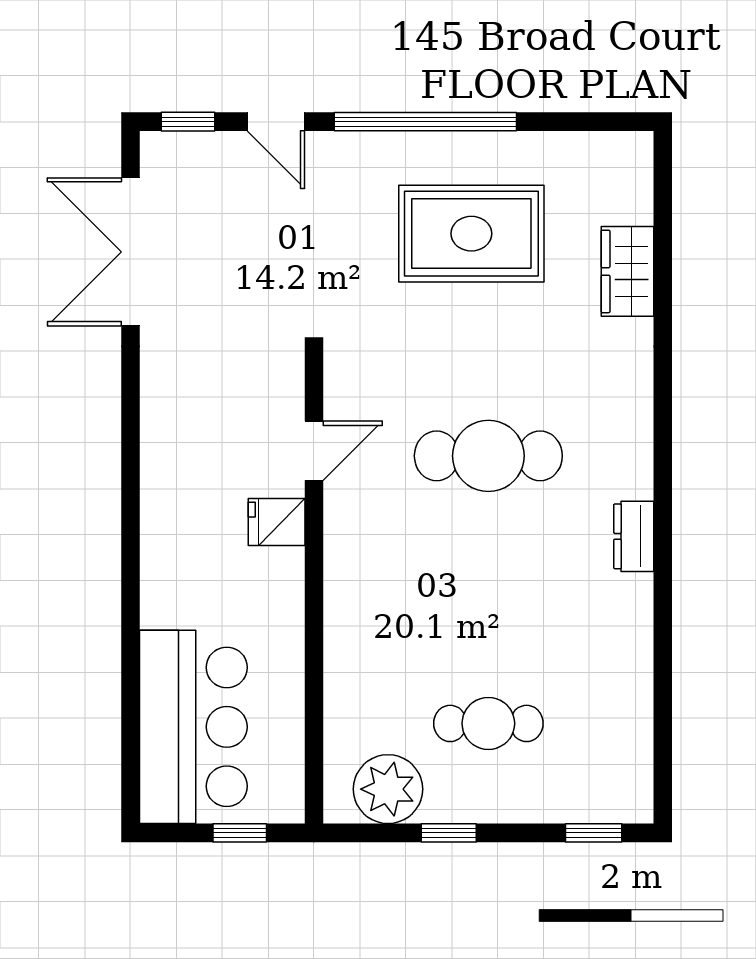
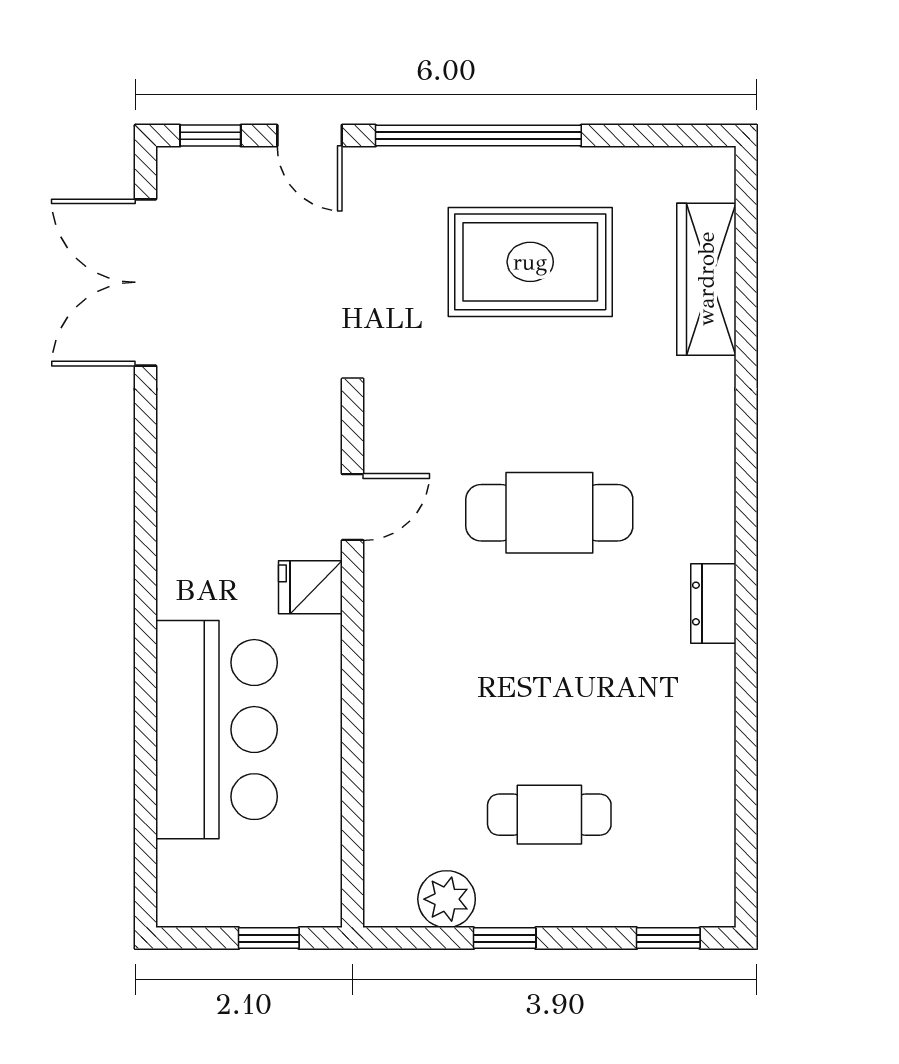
wardrobe: (627, 271) -> (706, 279), width x1.50
bar counter: (193, 727) -> (217, 730), moved
plant: (388, 789) -> (447, 899), width x0.73, depth x0.73

